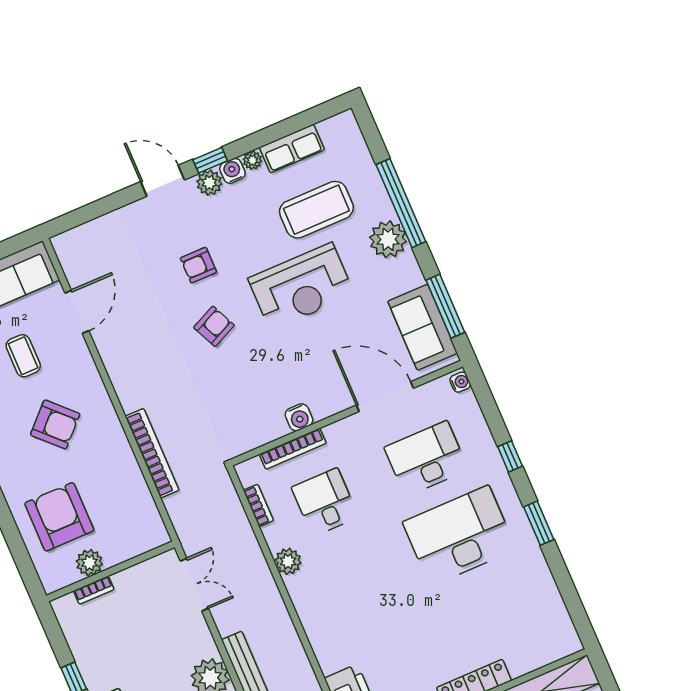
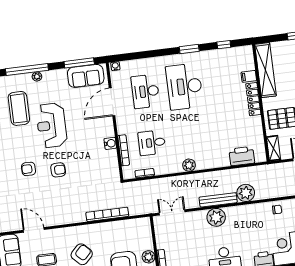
plant: (388, 239) -> (37, 76), width x0.53, depth x0.53
armchair: (198, 265) -> (28, 169), turned 90
reception desk: (301, 287) -> (52, 125), turned 180
armchair: (214, 326) -> (58, 170), turned 115
window: (510, 456) -> (224, 45), moved
plant: (288, 561) -> (189, 165), moved
filing cabinet: (518, 661) -> (249, 76), added

